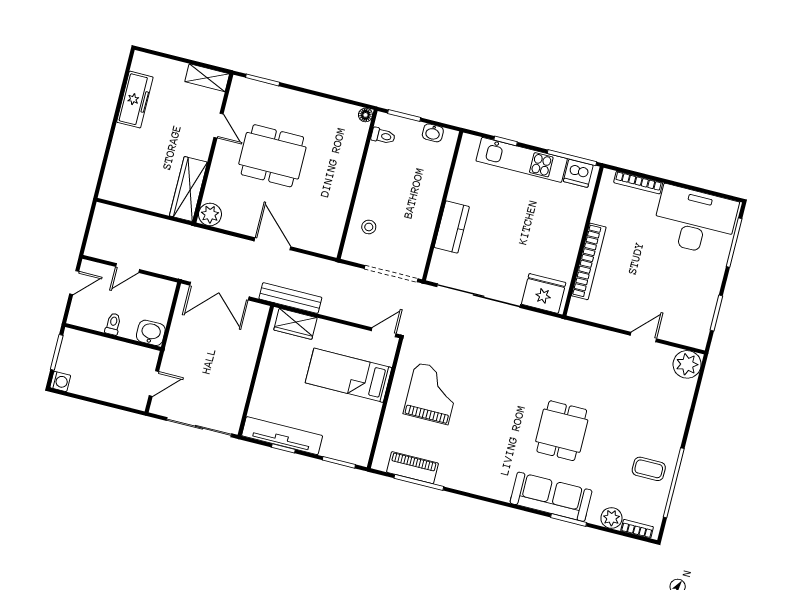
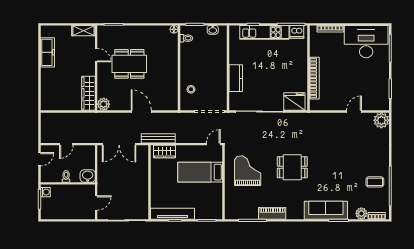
washing machine: (60, 381) -> (45, 192), moved
dining table: (562, 431) -> (292, 167), moved, turned 90
piano: (412, 468) -> (272, 213), moved

